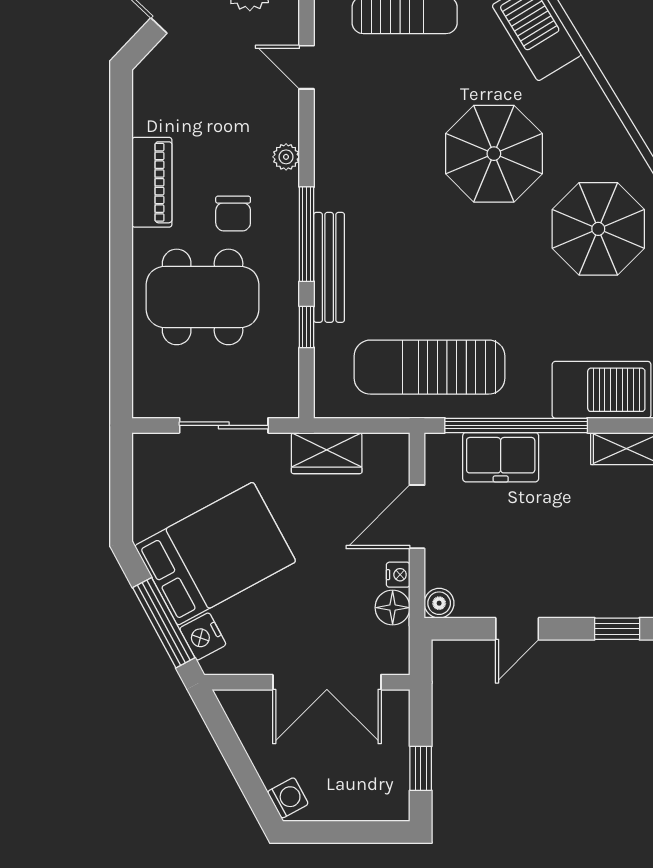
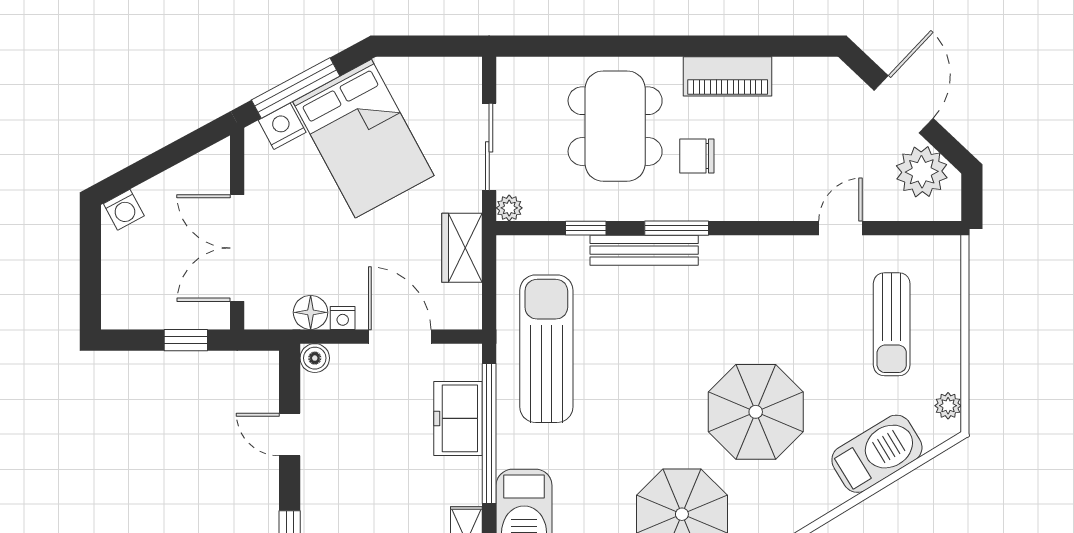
plant: (286, 157) -> (509, 208), moved
window: (307, 234) -> (677, 228), width x0.69
window: (421, 768) -> (186, 340), moved

